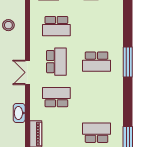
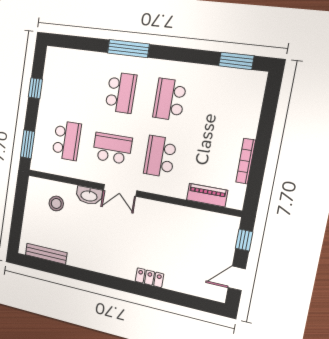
washbasin: (19, 113) -> (89, 196), moved
school desk: (97, 133) -> (170, 99), moved

